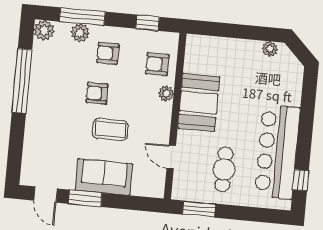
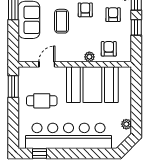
window: (148, 23) -> (136, 27), moved
booth: (199, 102) -> (92, 85), width x1.36, depth x1.42
bar counter: (277, 152) -> (69, 136), width x1.36

